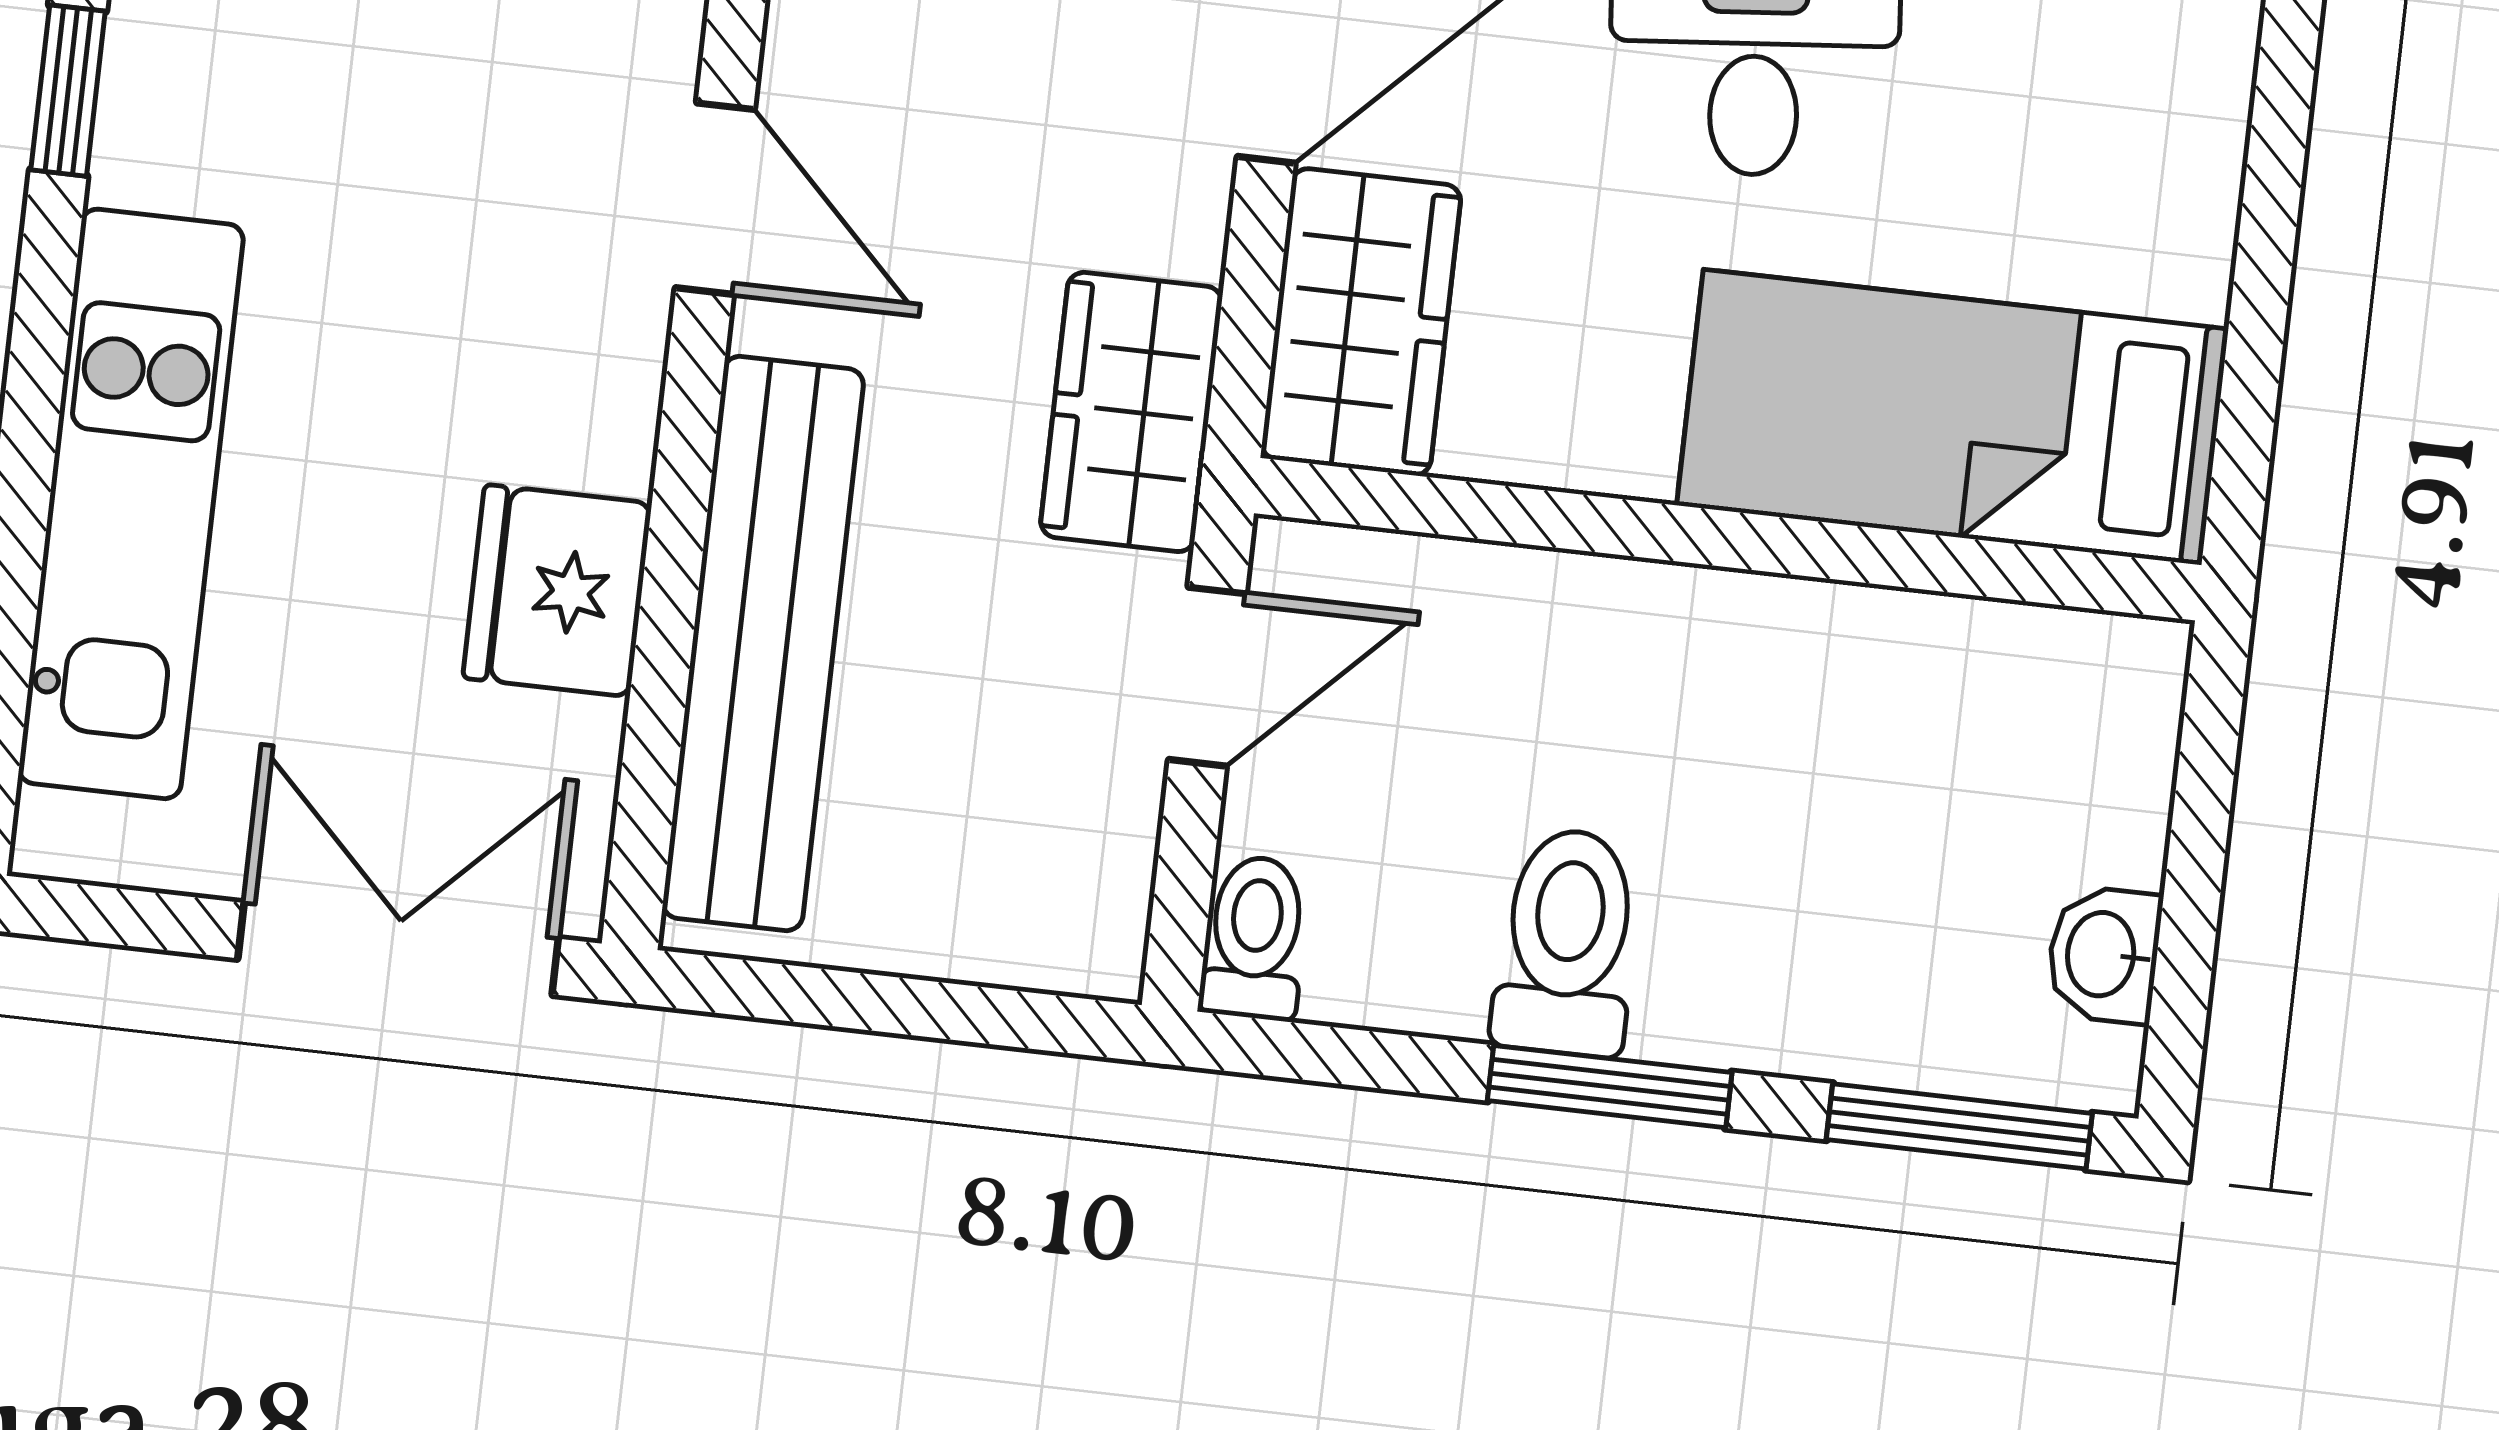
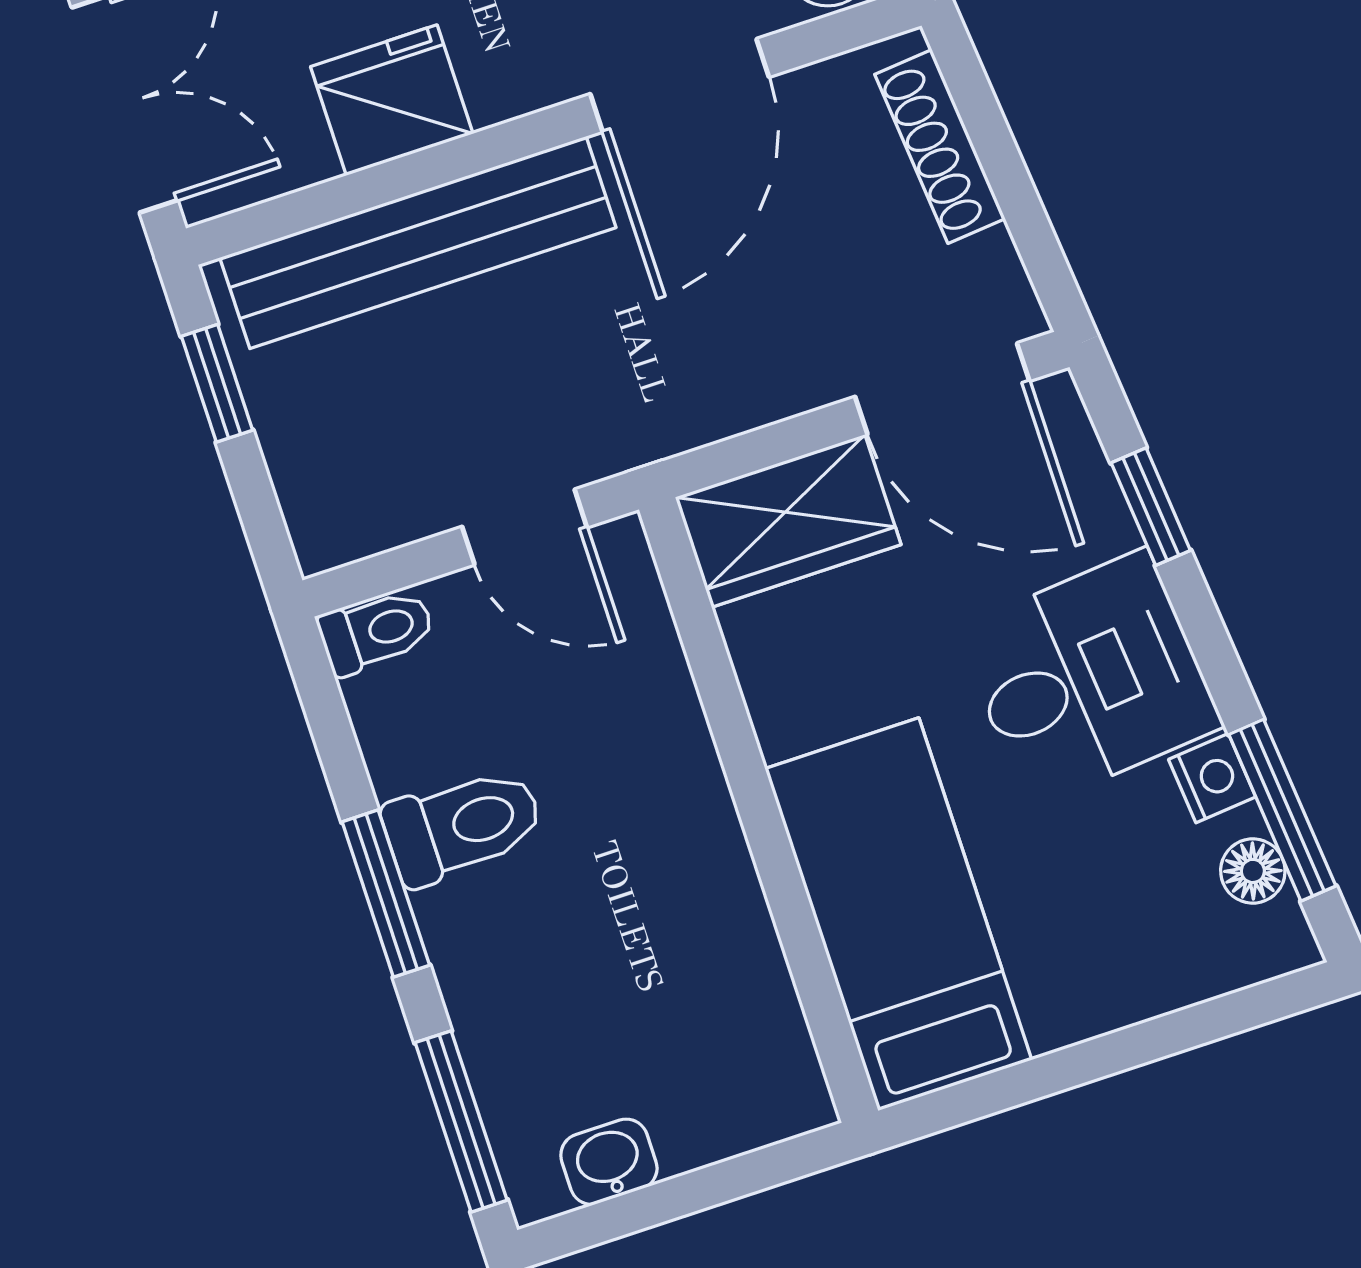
door: (715, 199) -> (680, 85), width x1.38
wardrobe: (1131, 412) -> (667, 404), removed
window: (827, 997) -> (217, 383), added

